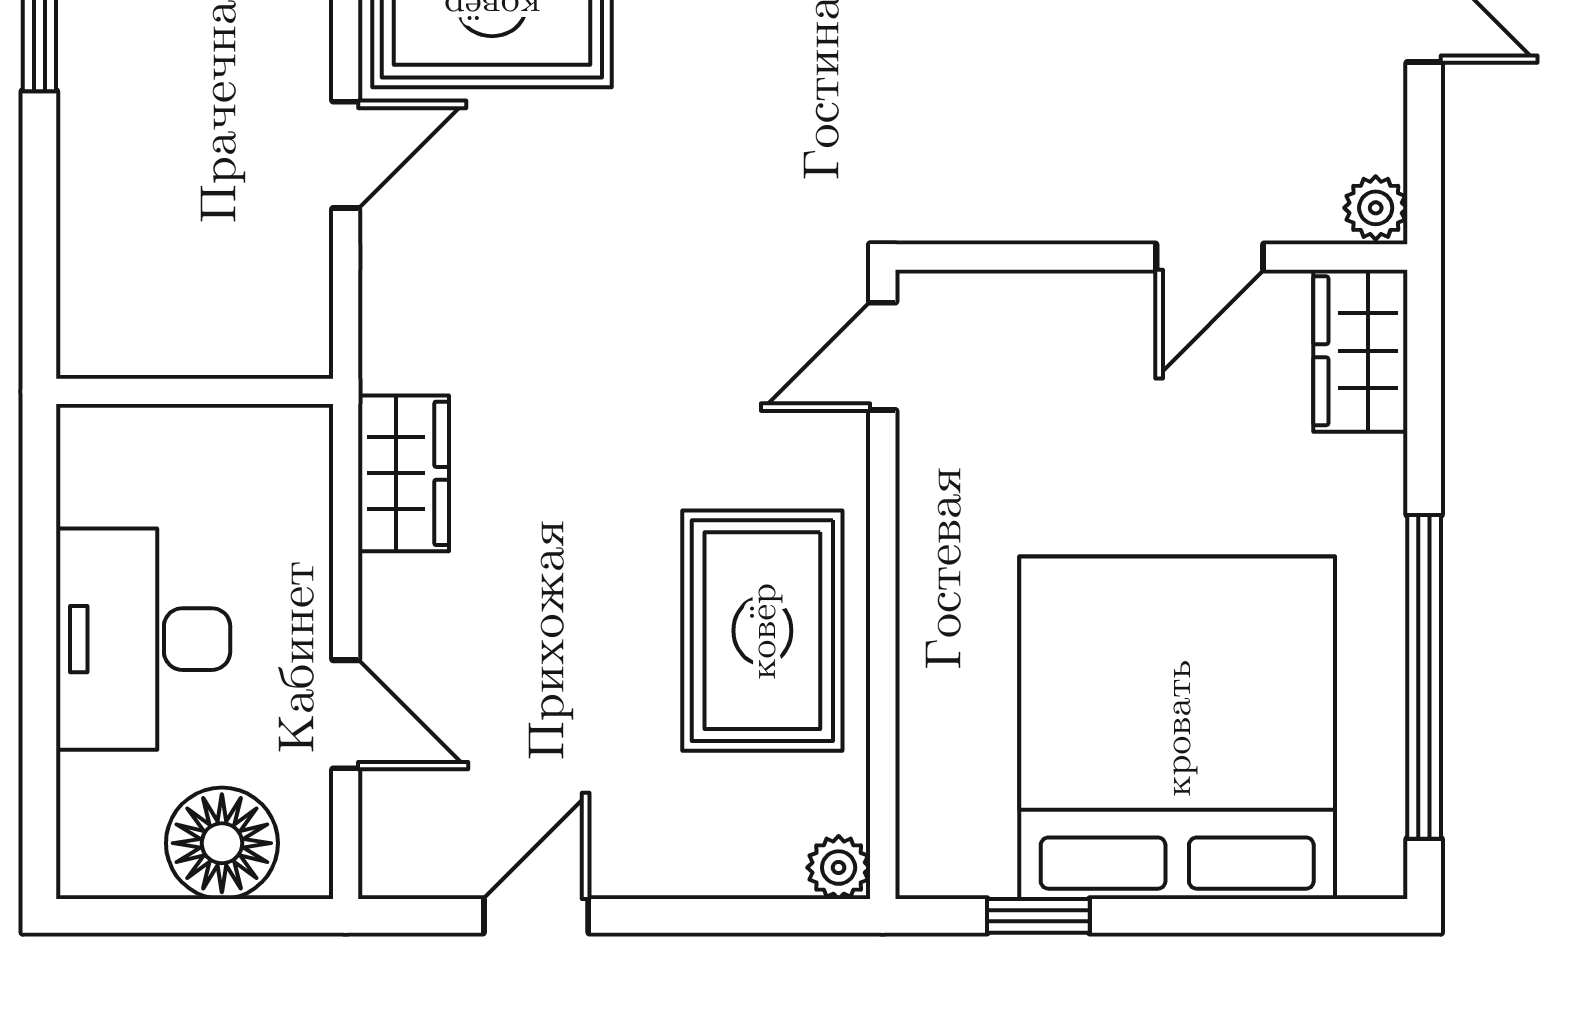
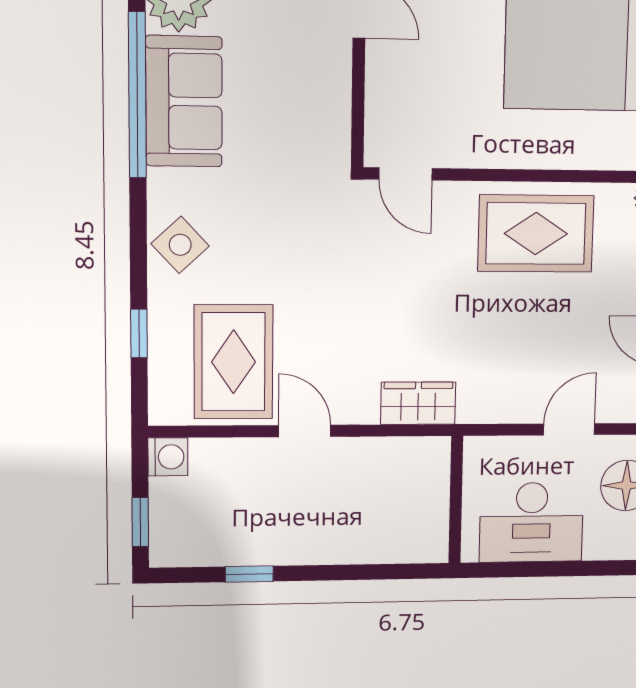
wall: (195, 391) -> (456, 500), moved
wardrobe: (404, 473) -> (418, 403), moved

